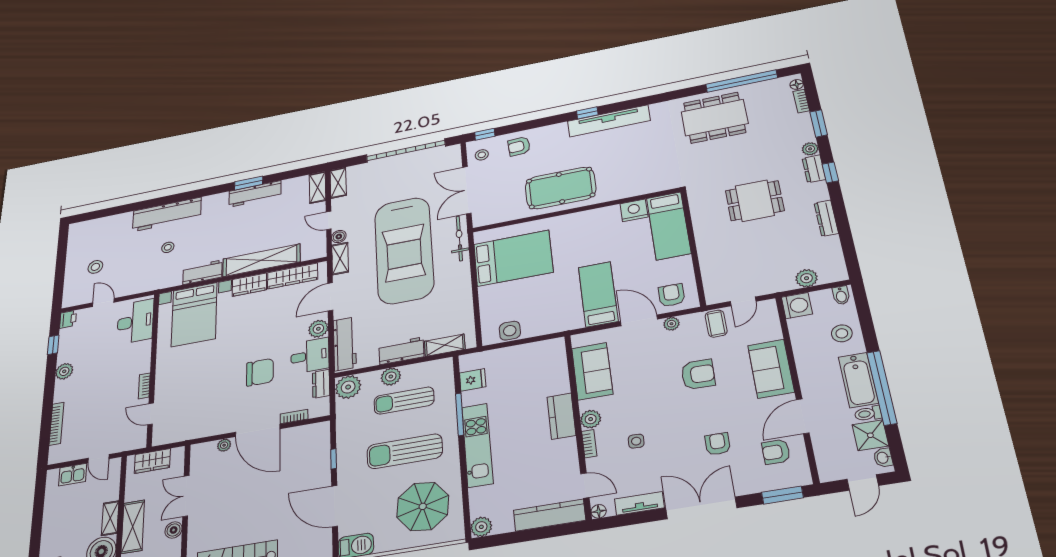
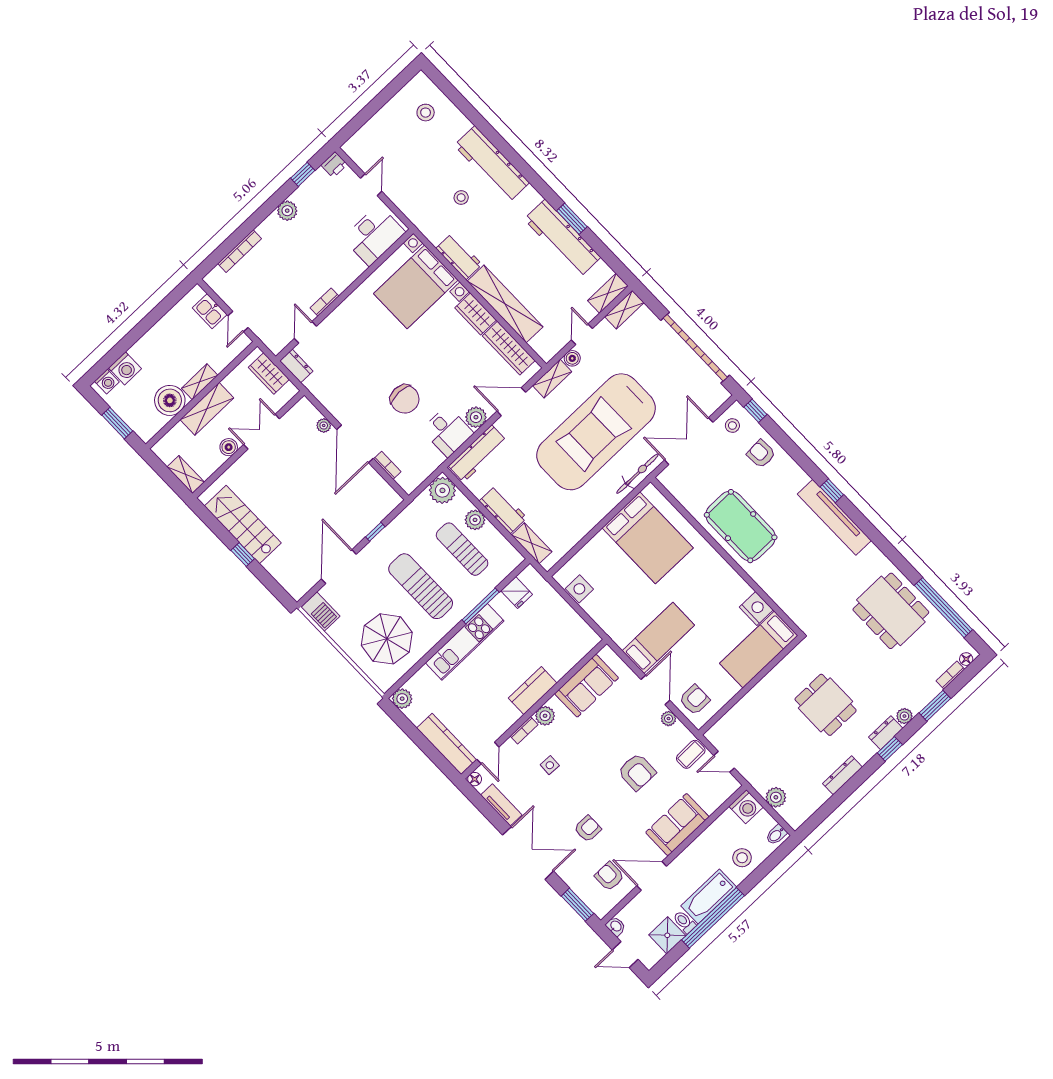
workbench: (255, 194) -> (562, 238), width x1.36, depth x1.32
stool: (95, 267) -> (426, 113), moved
dresser: (321, 384) -> (296, 366), moved, turned 90
washbasin: (883, 458) -> (616, 926), moved, turned 90

